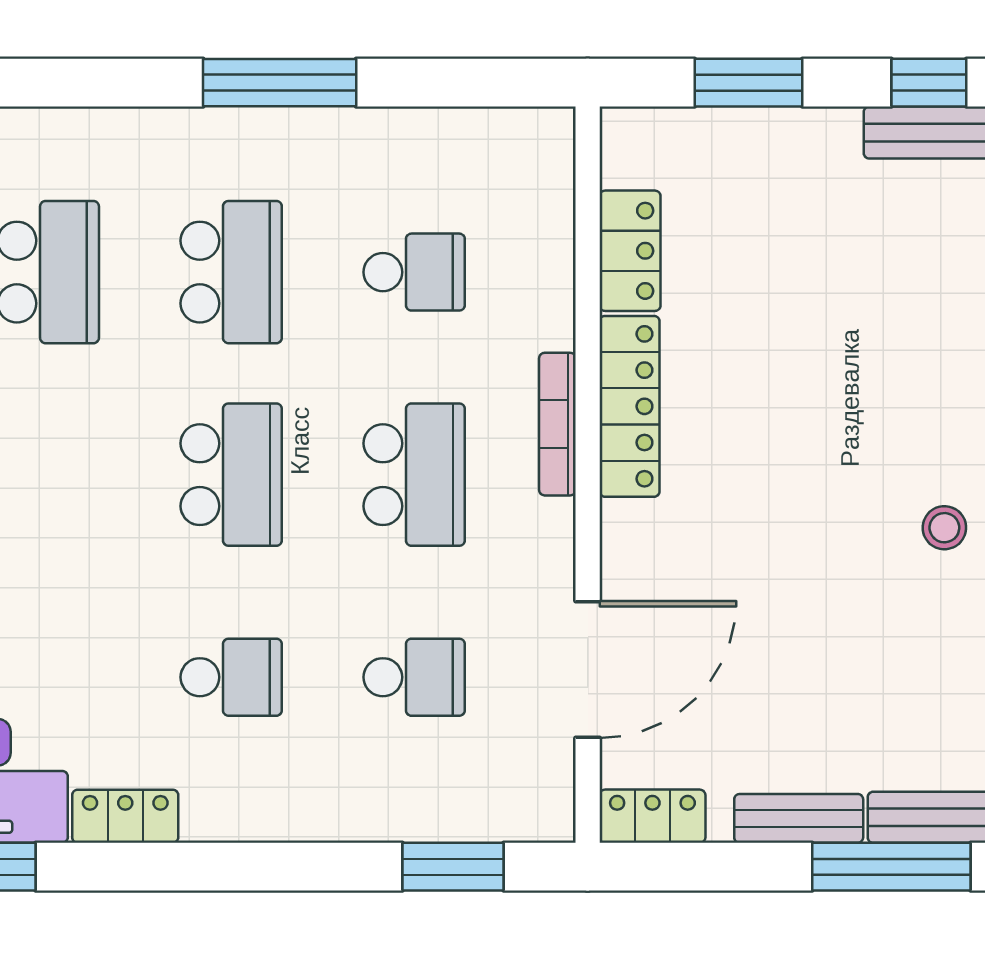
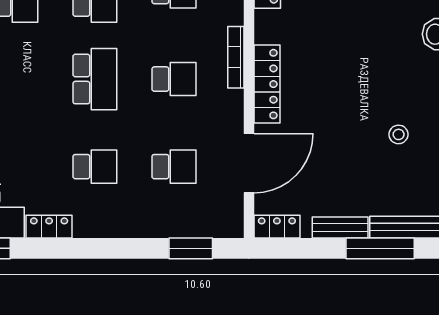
locker: (629, 406) -> (267, 84), moved
school desk: (414, 475) -> (174, 79), width x0.54
stool: (944, 528) -> (399, 134), moved

